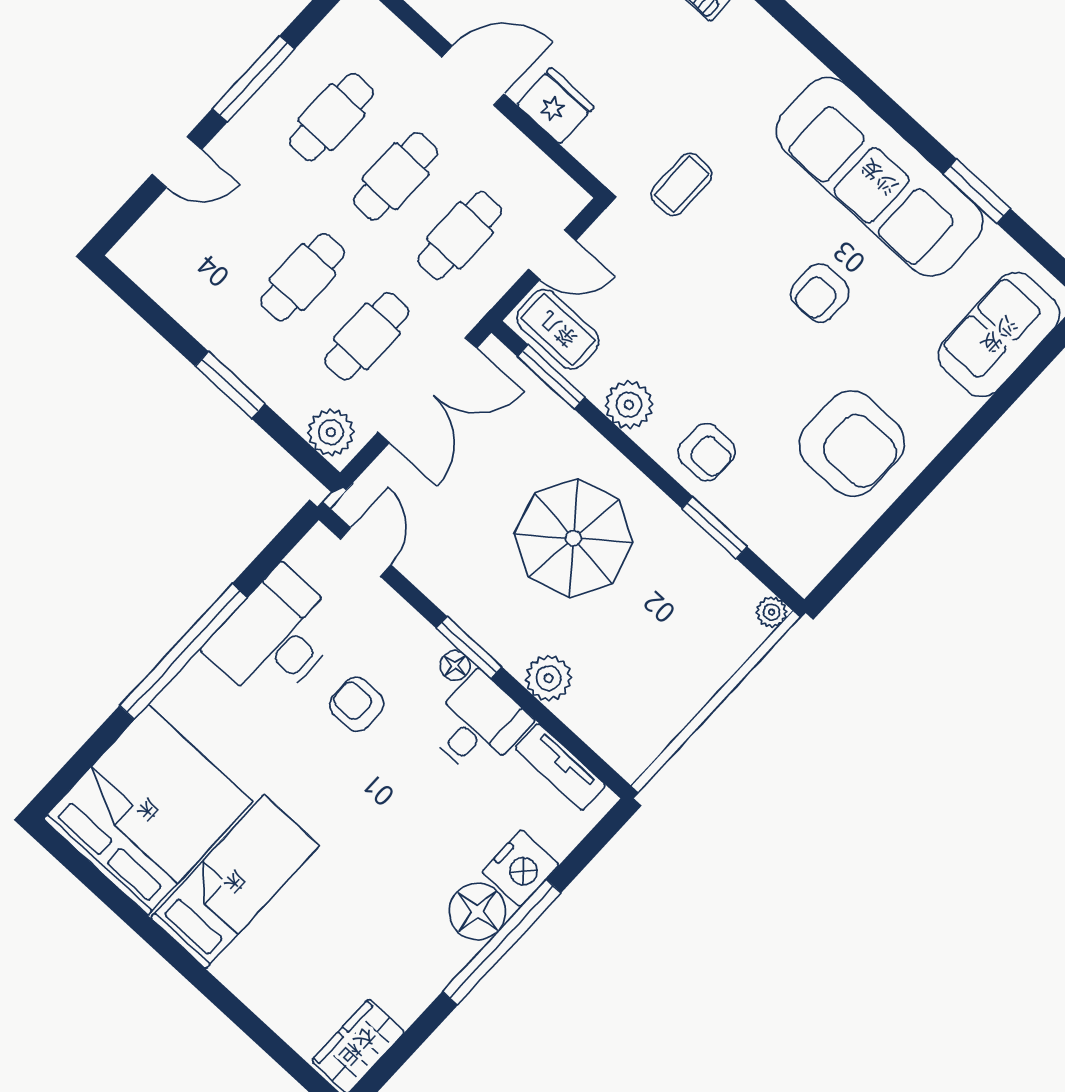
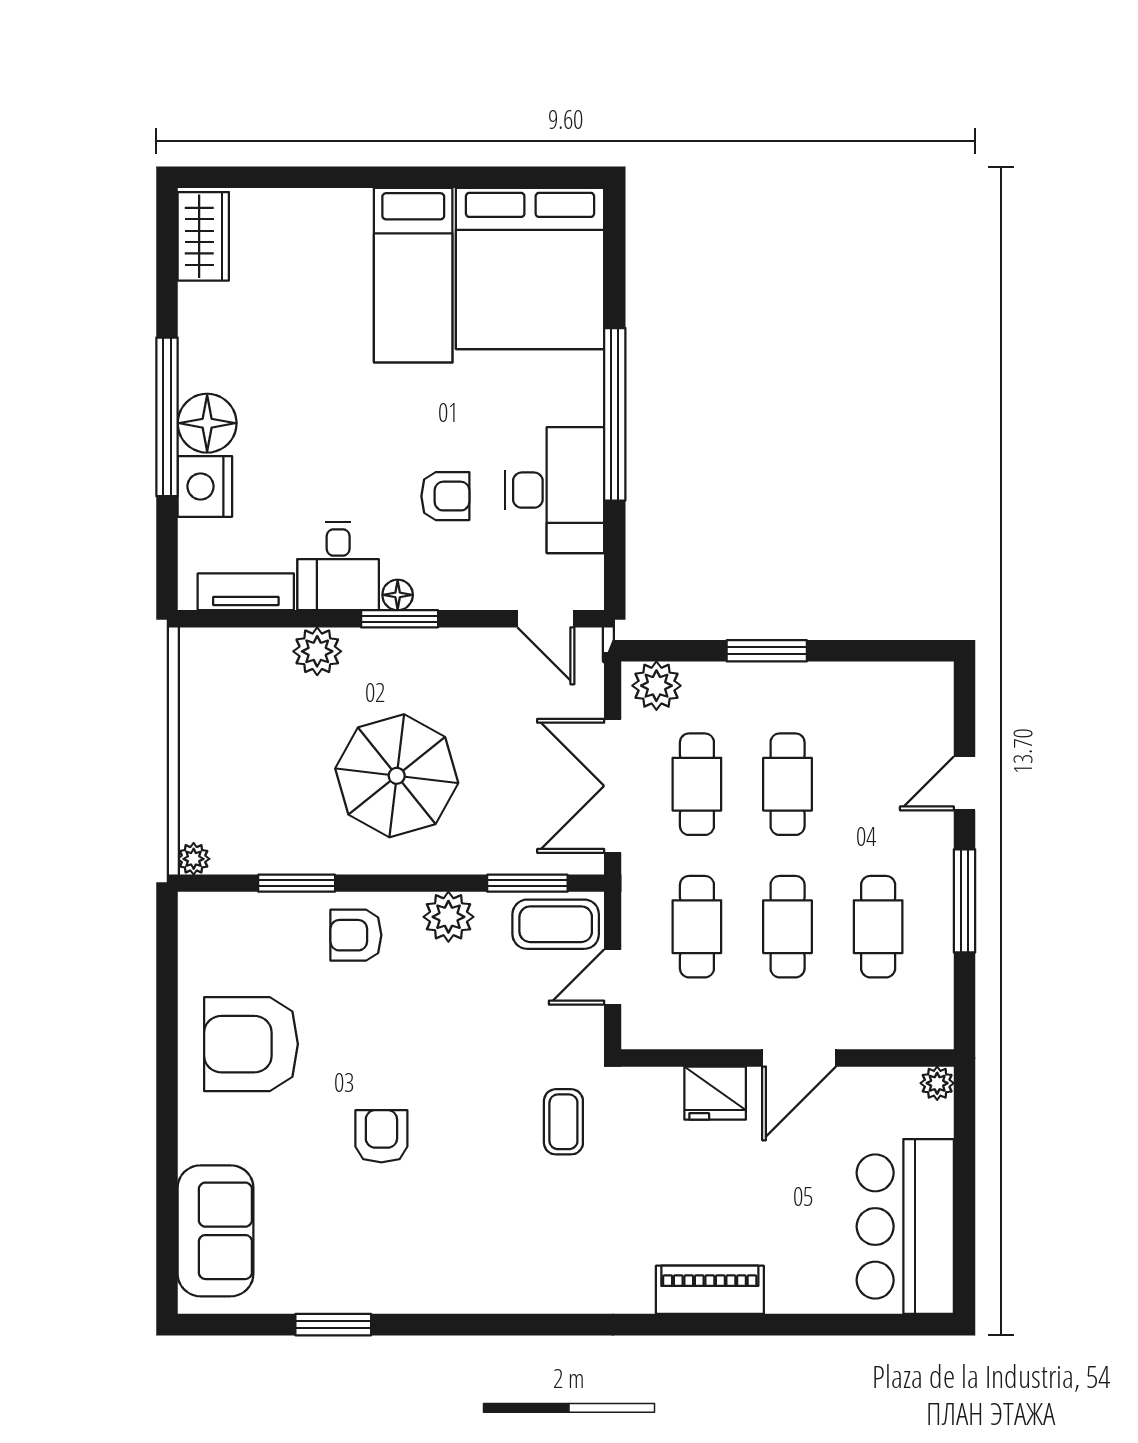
sofa: (879, 177) -> (418, 1267), removed

